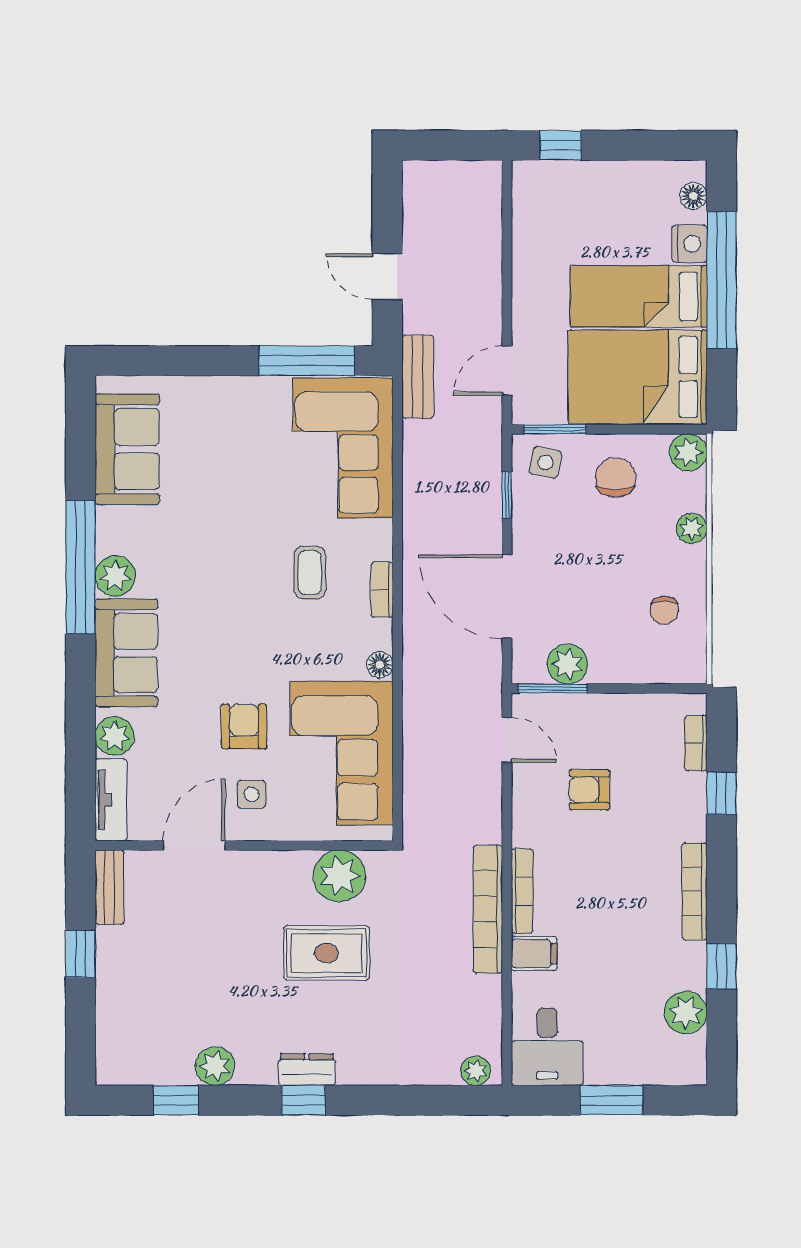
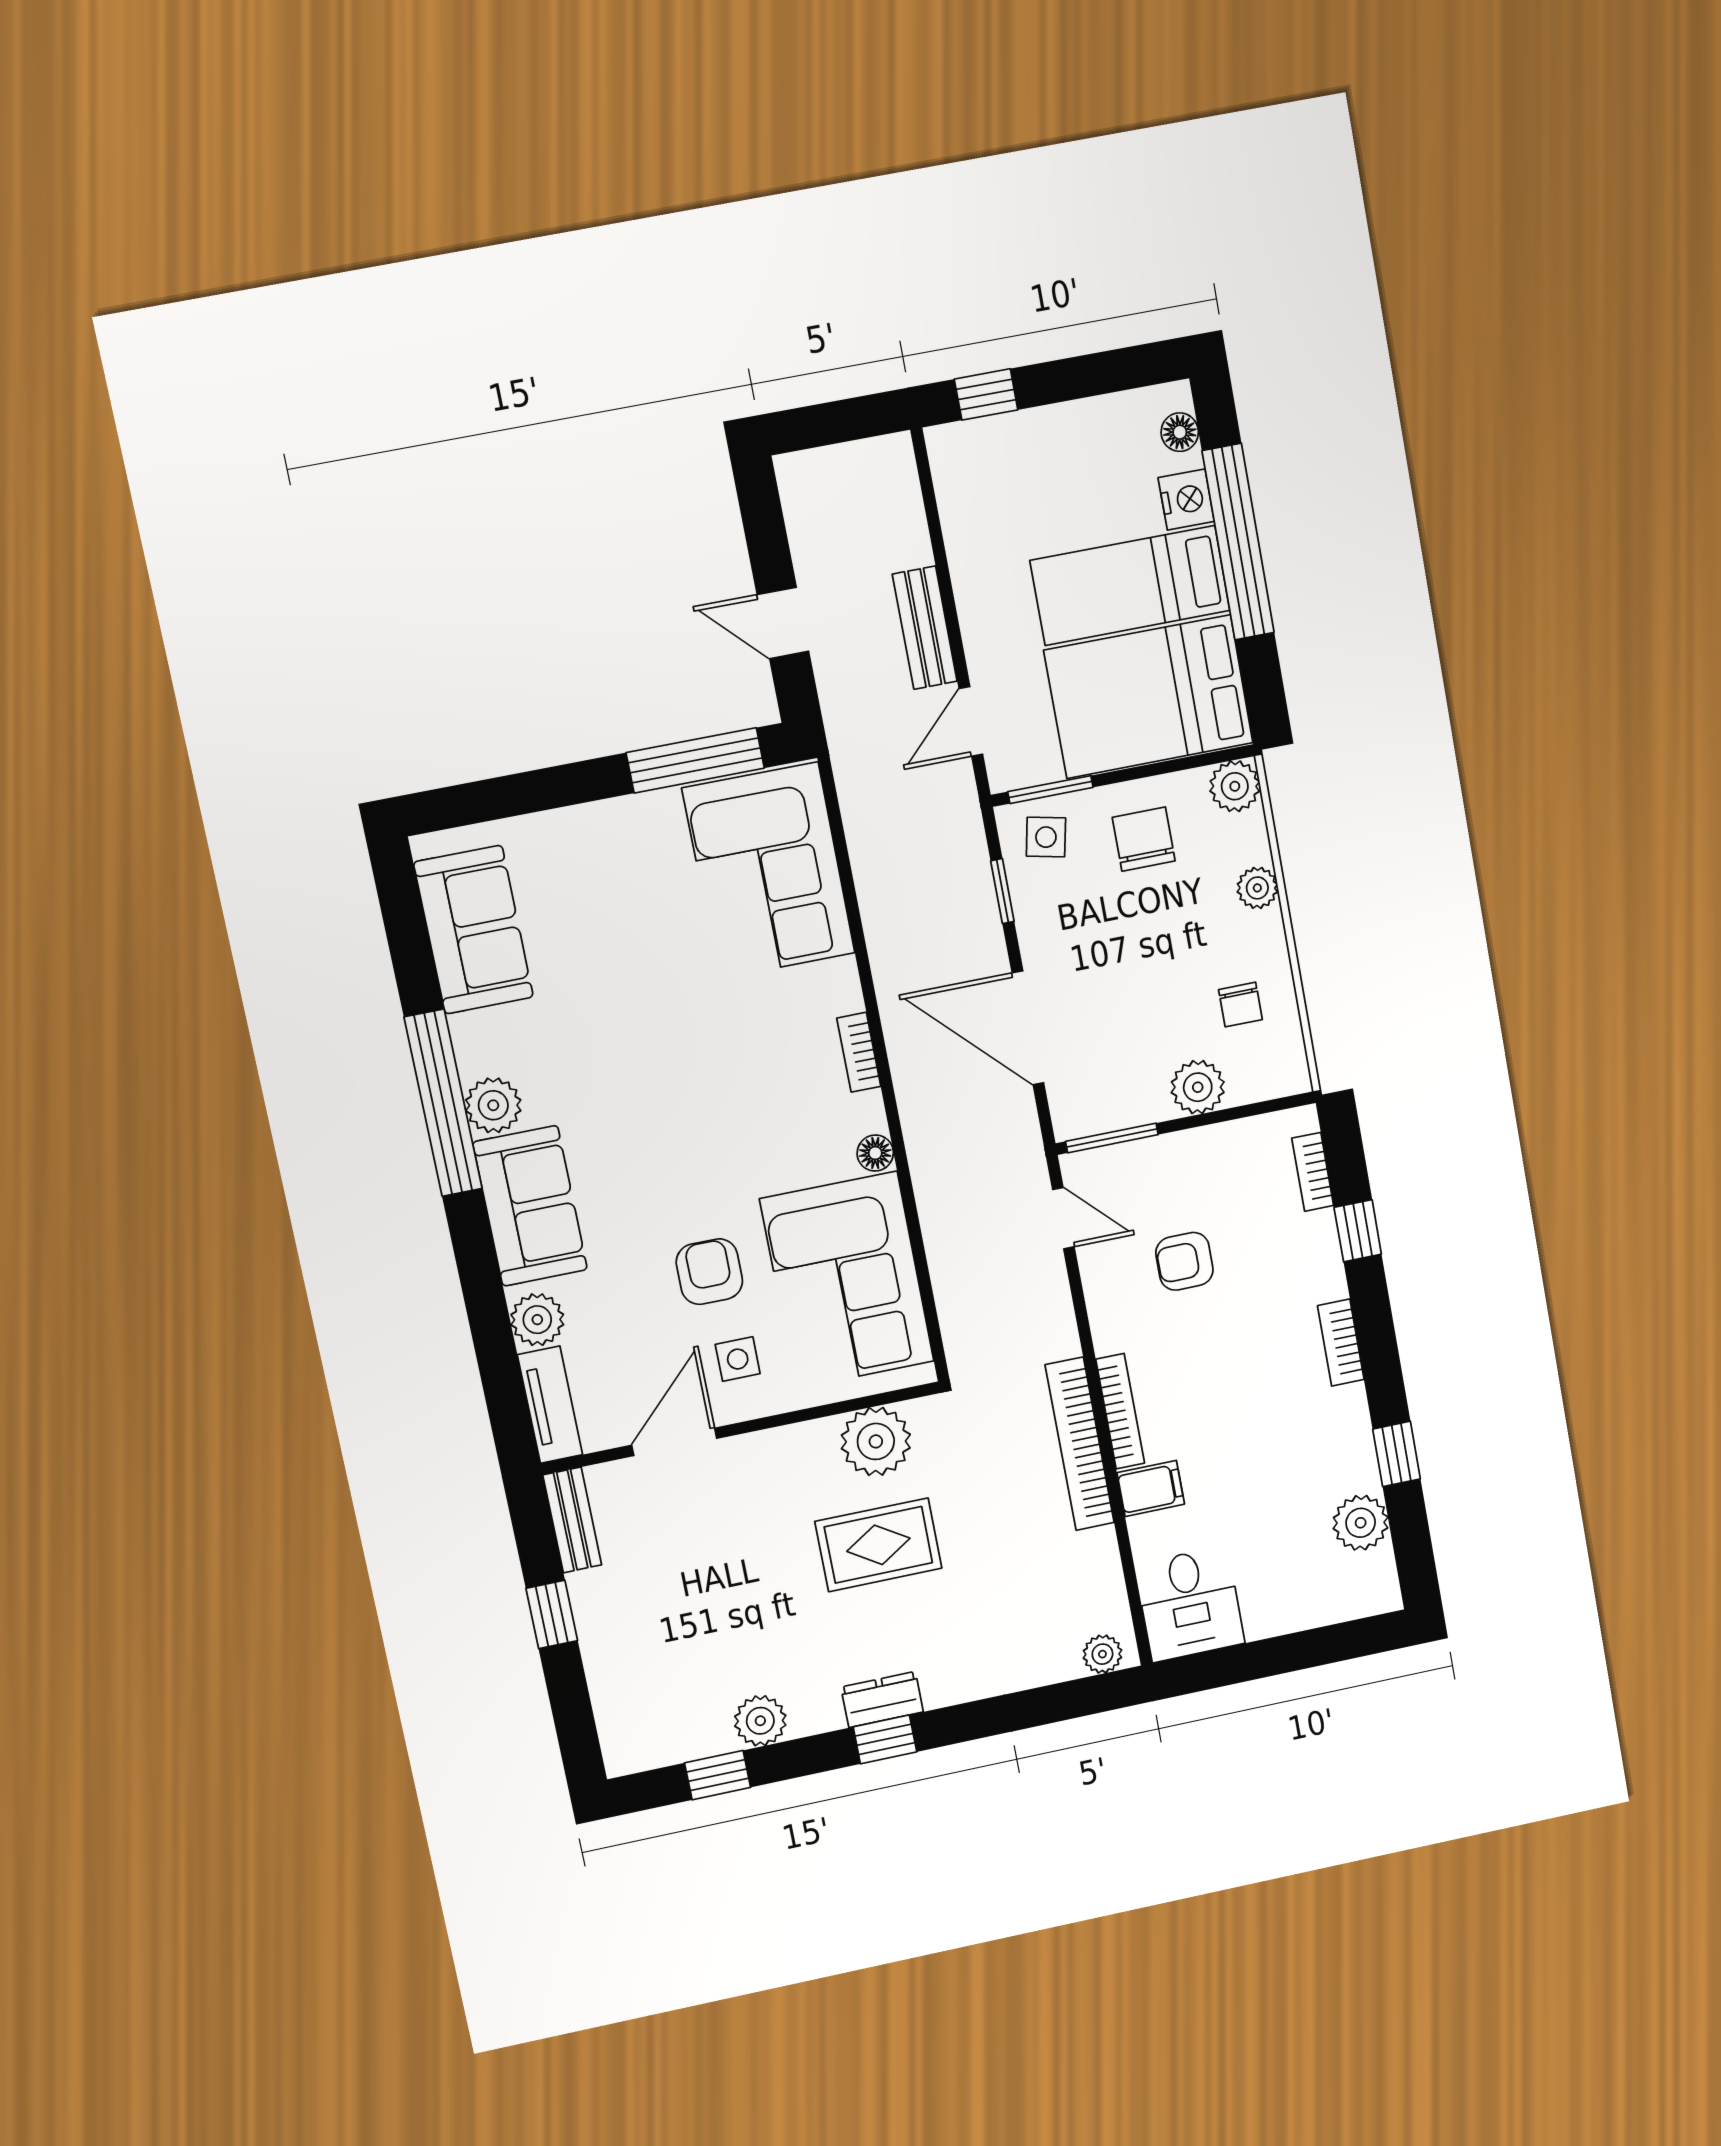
bench: (418, 377) -> (925, 628), moved
coffee table: (310, 572) -> (757, 1048), removed
plant: (567, 664) -> (1198, 1087), moved
bookcase: (694, 891) -> (1341, 1343), width x0.64
window: (612, 1100) -> (1285, 1654), removed

